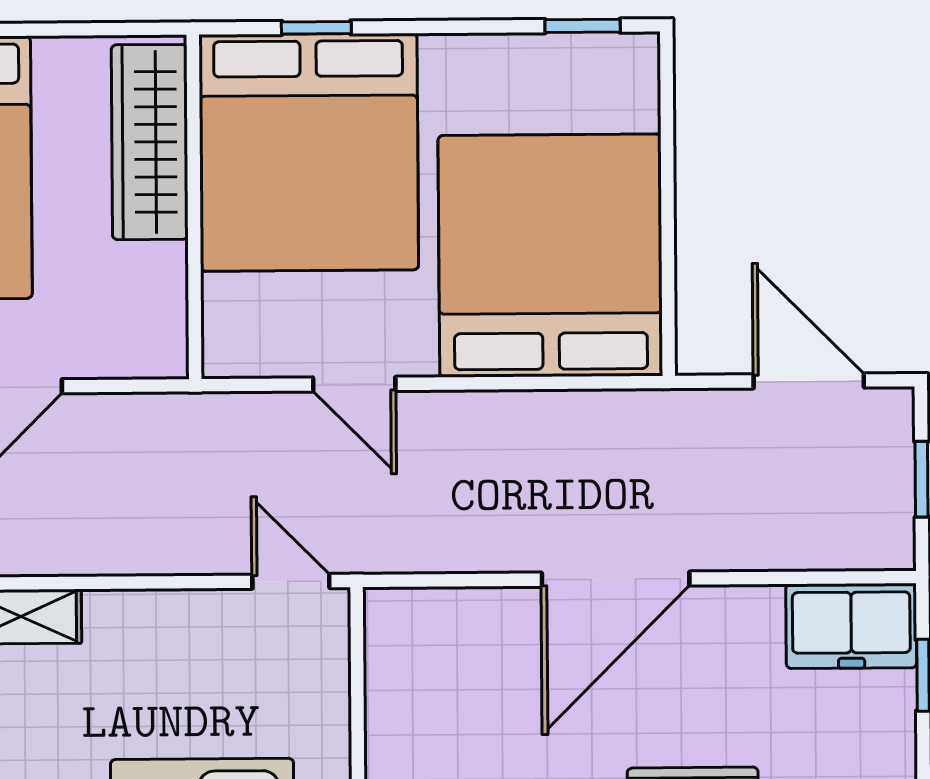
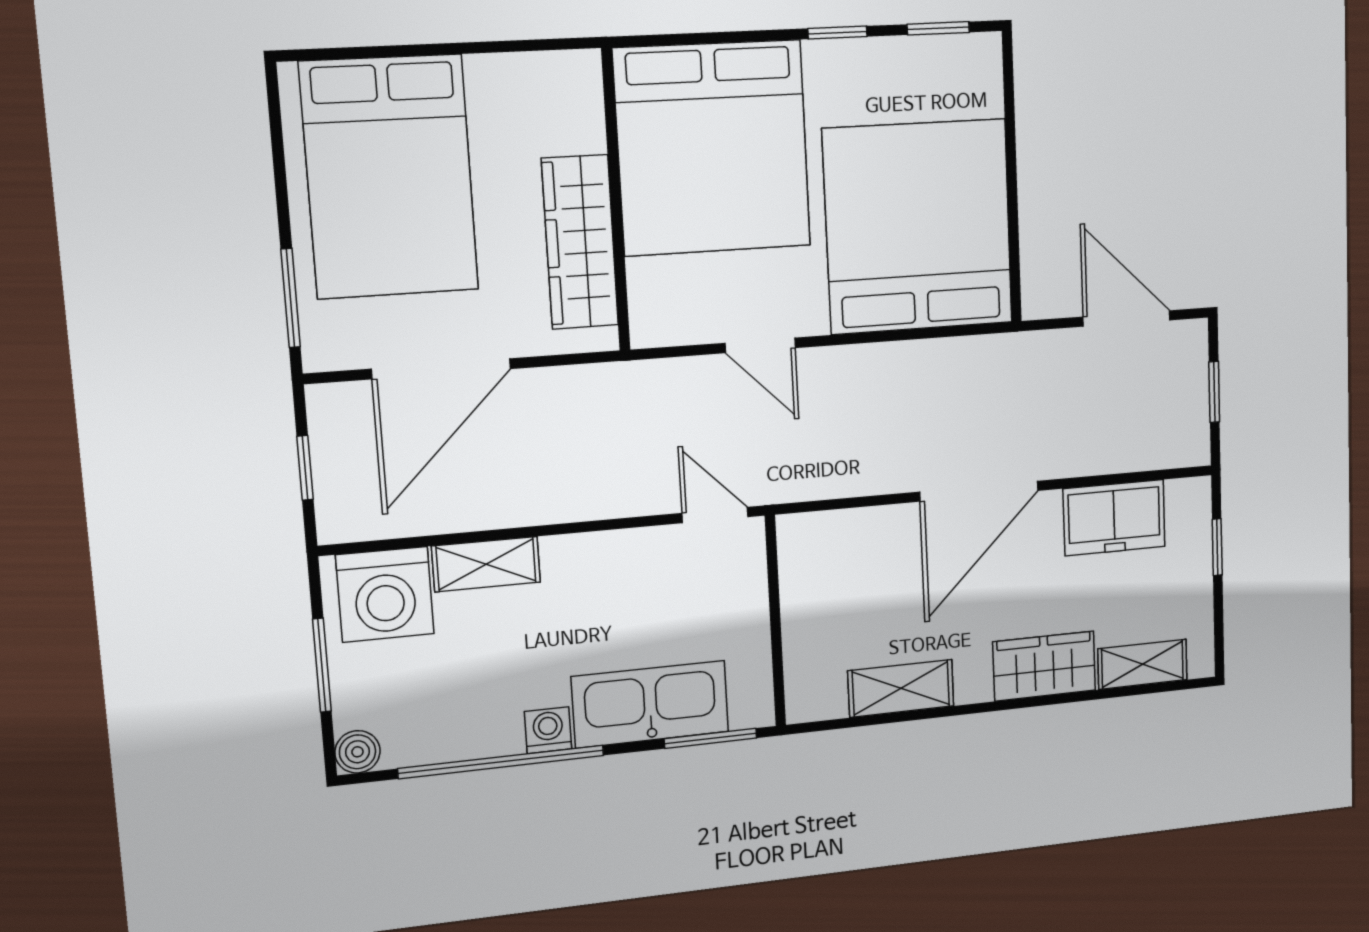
window: (316, 28) -> (837, 33), moved
wardrobe: (150, 142) -> (580, 242), moved
freezer: (851, 626) -> (1114, 518), moved

